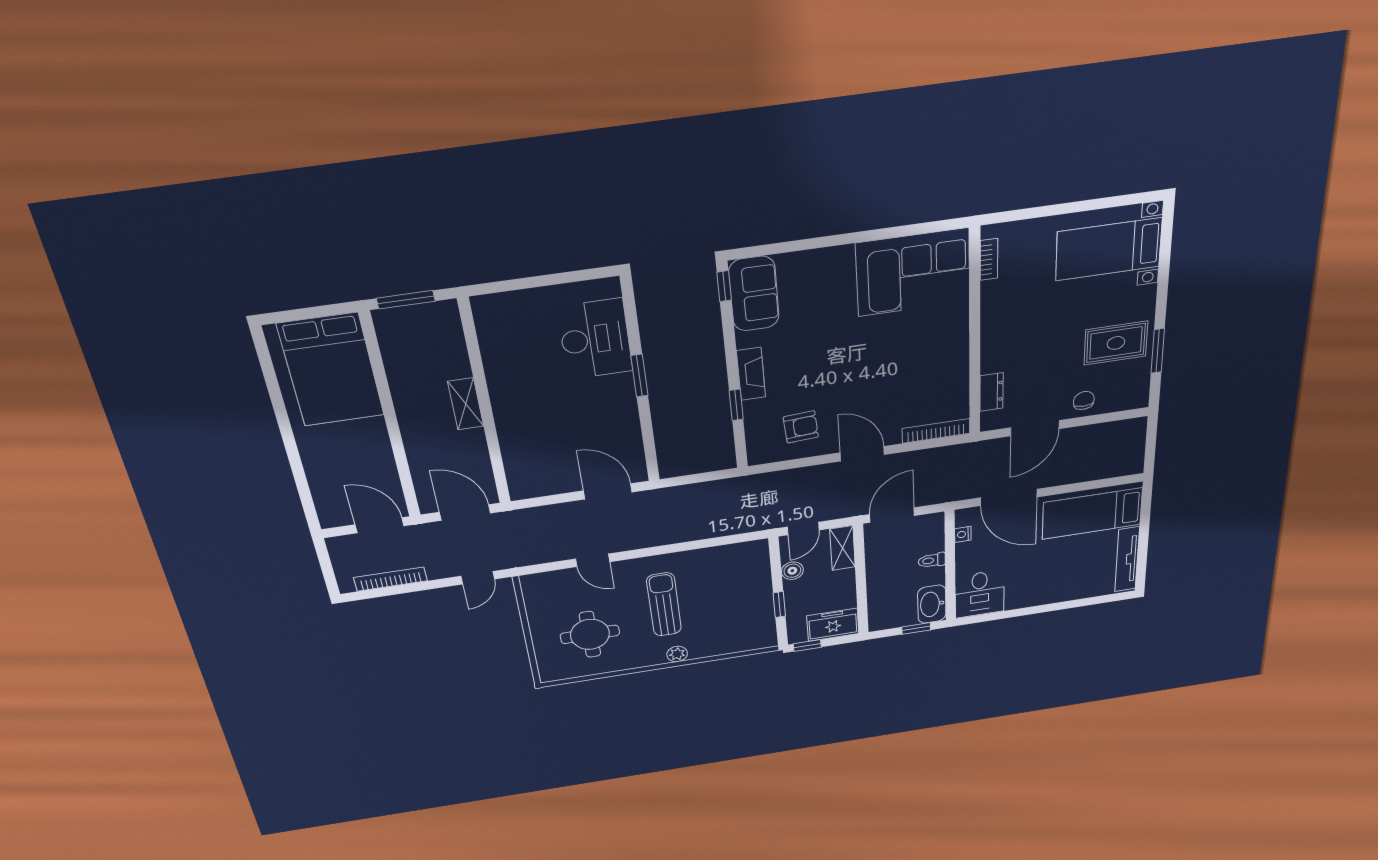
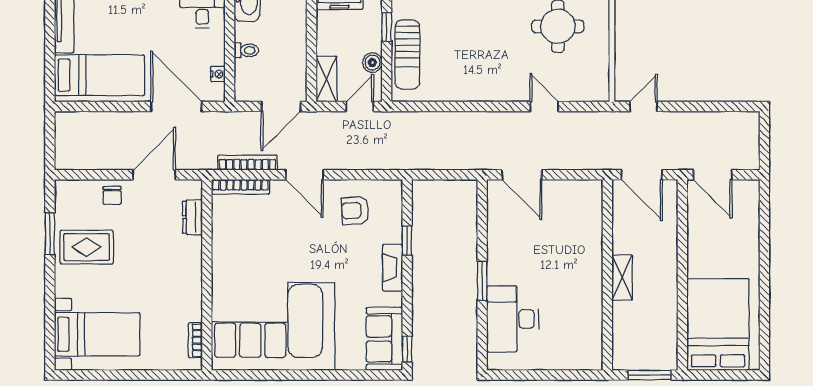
corner sofa: (913, 272) -> (273, 327), width x1.36, depth x1.36
bookcase: (391, 579) -> (248, 163), moved, turned 180
sun lounger: (664, 604) -> (407, 55), moved

